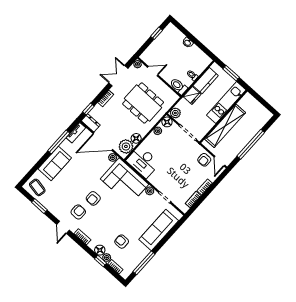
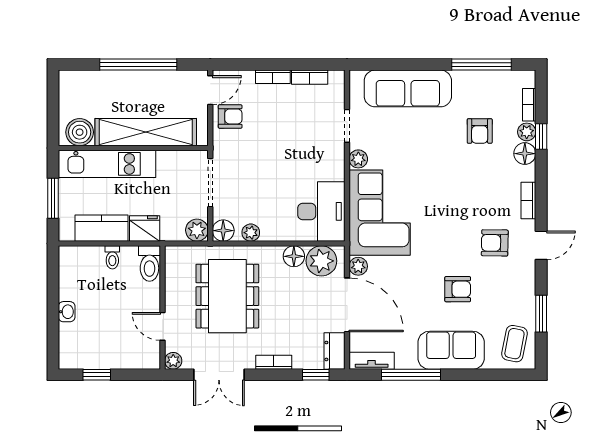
boiler: (246, 103) -> (80, 132), added
armchair: (93, 198) -> (458, 289), moved

